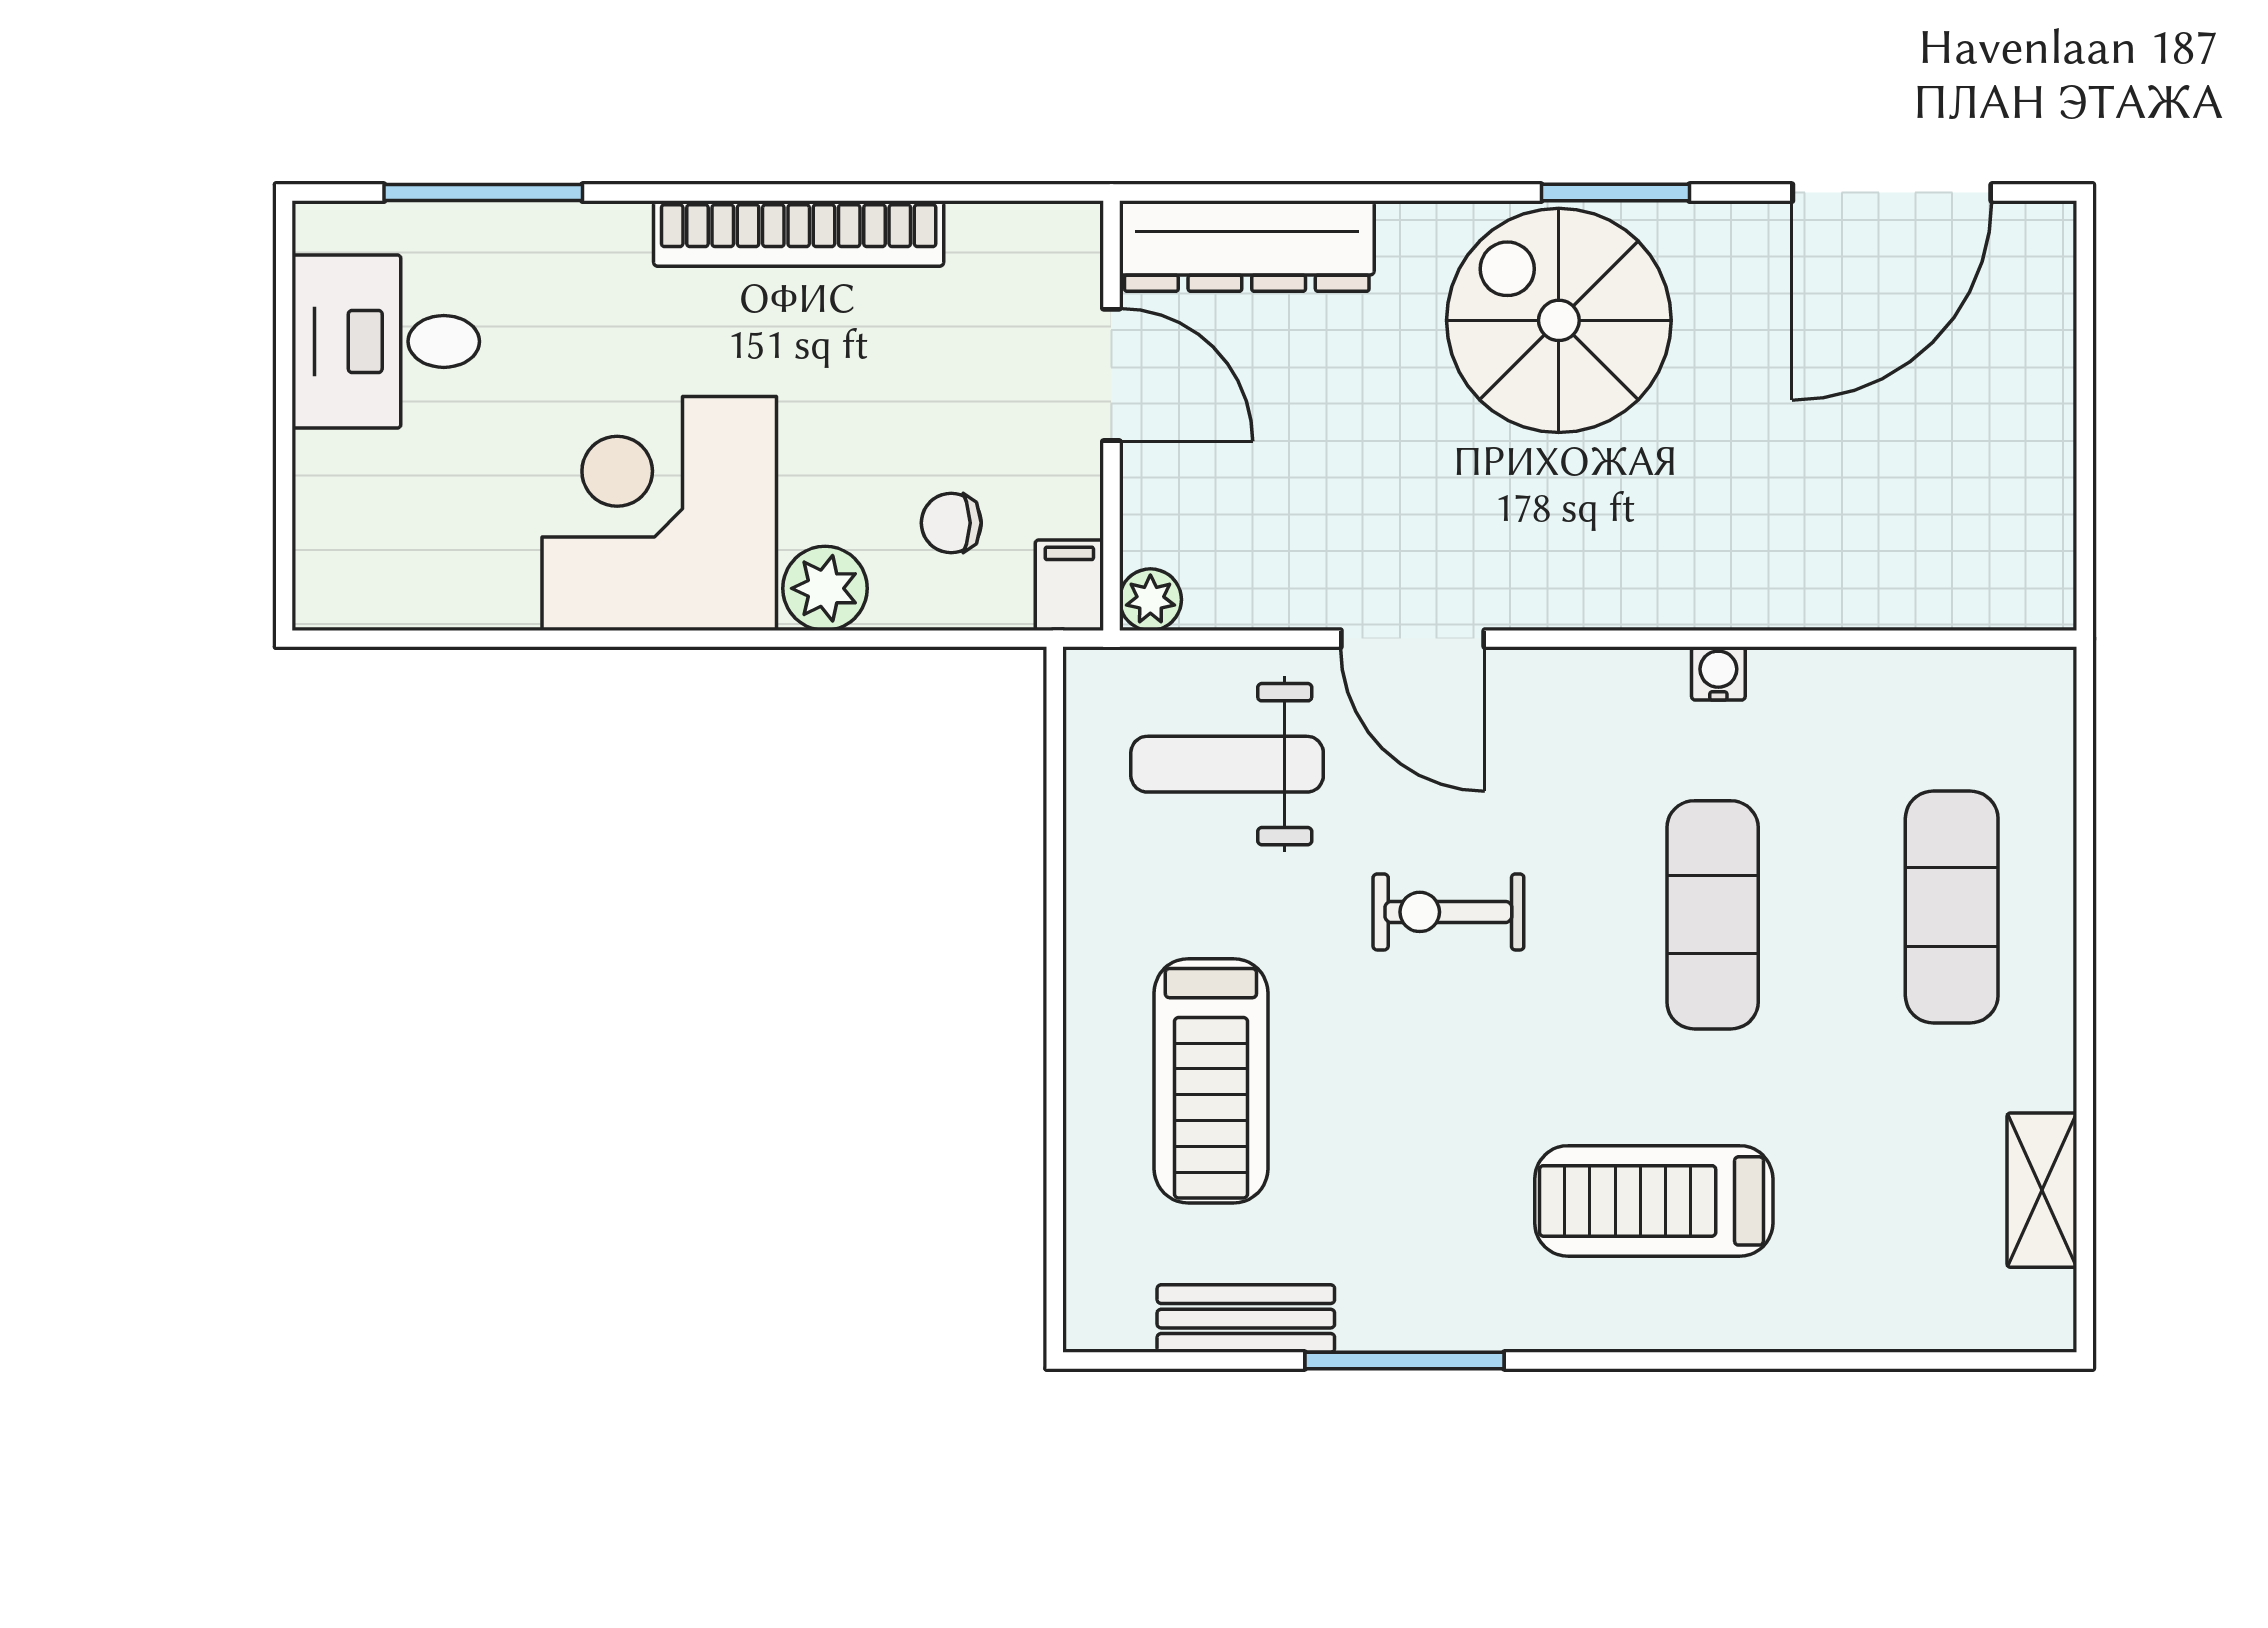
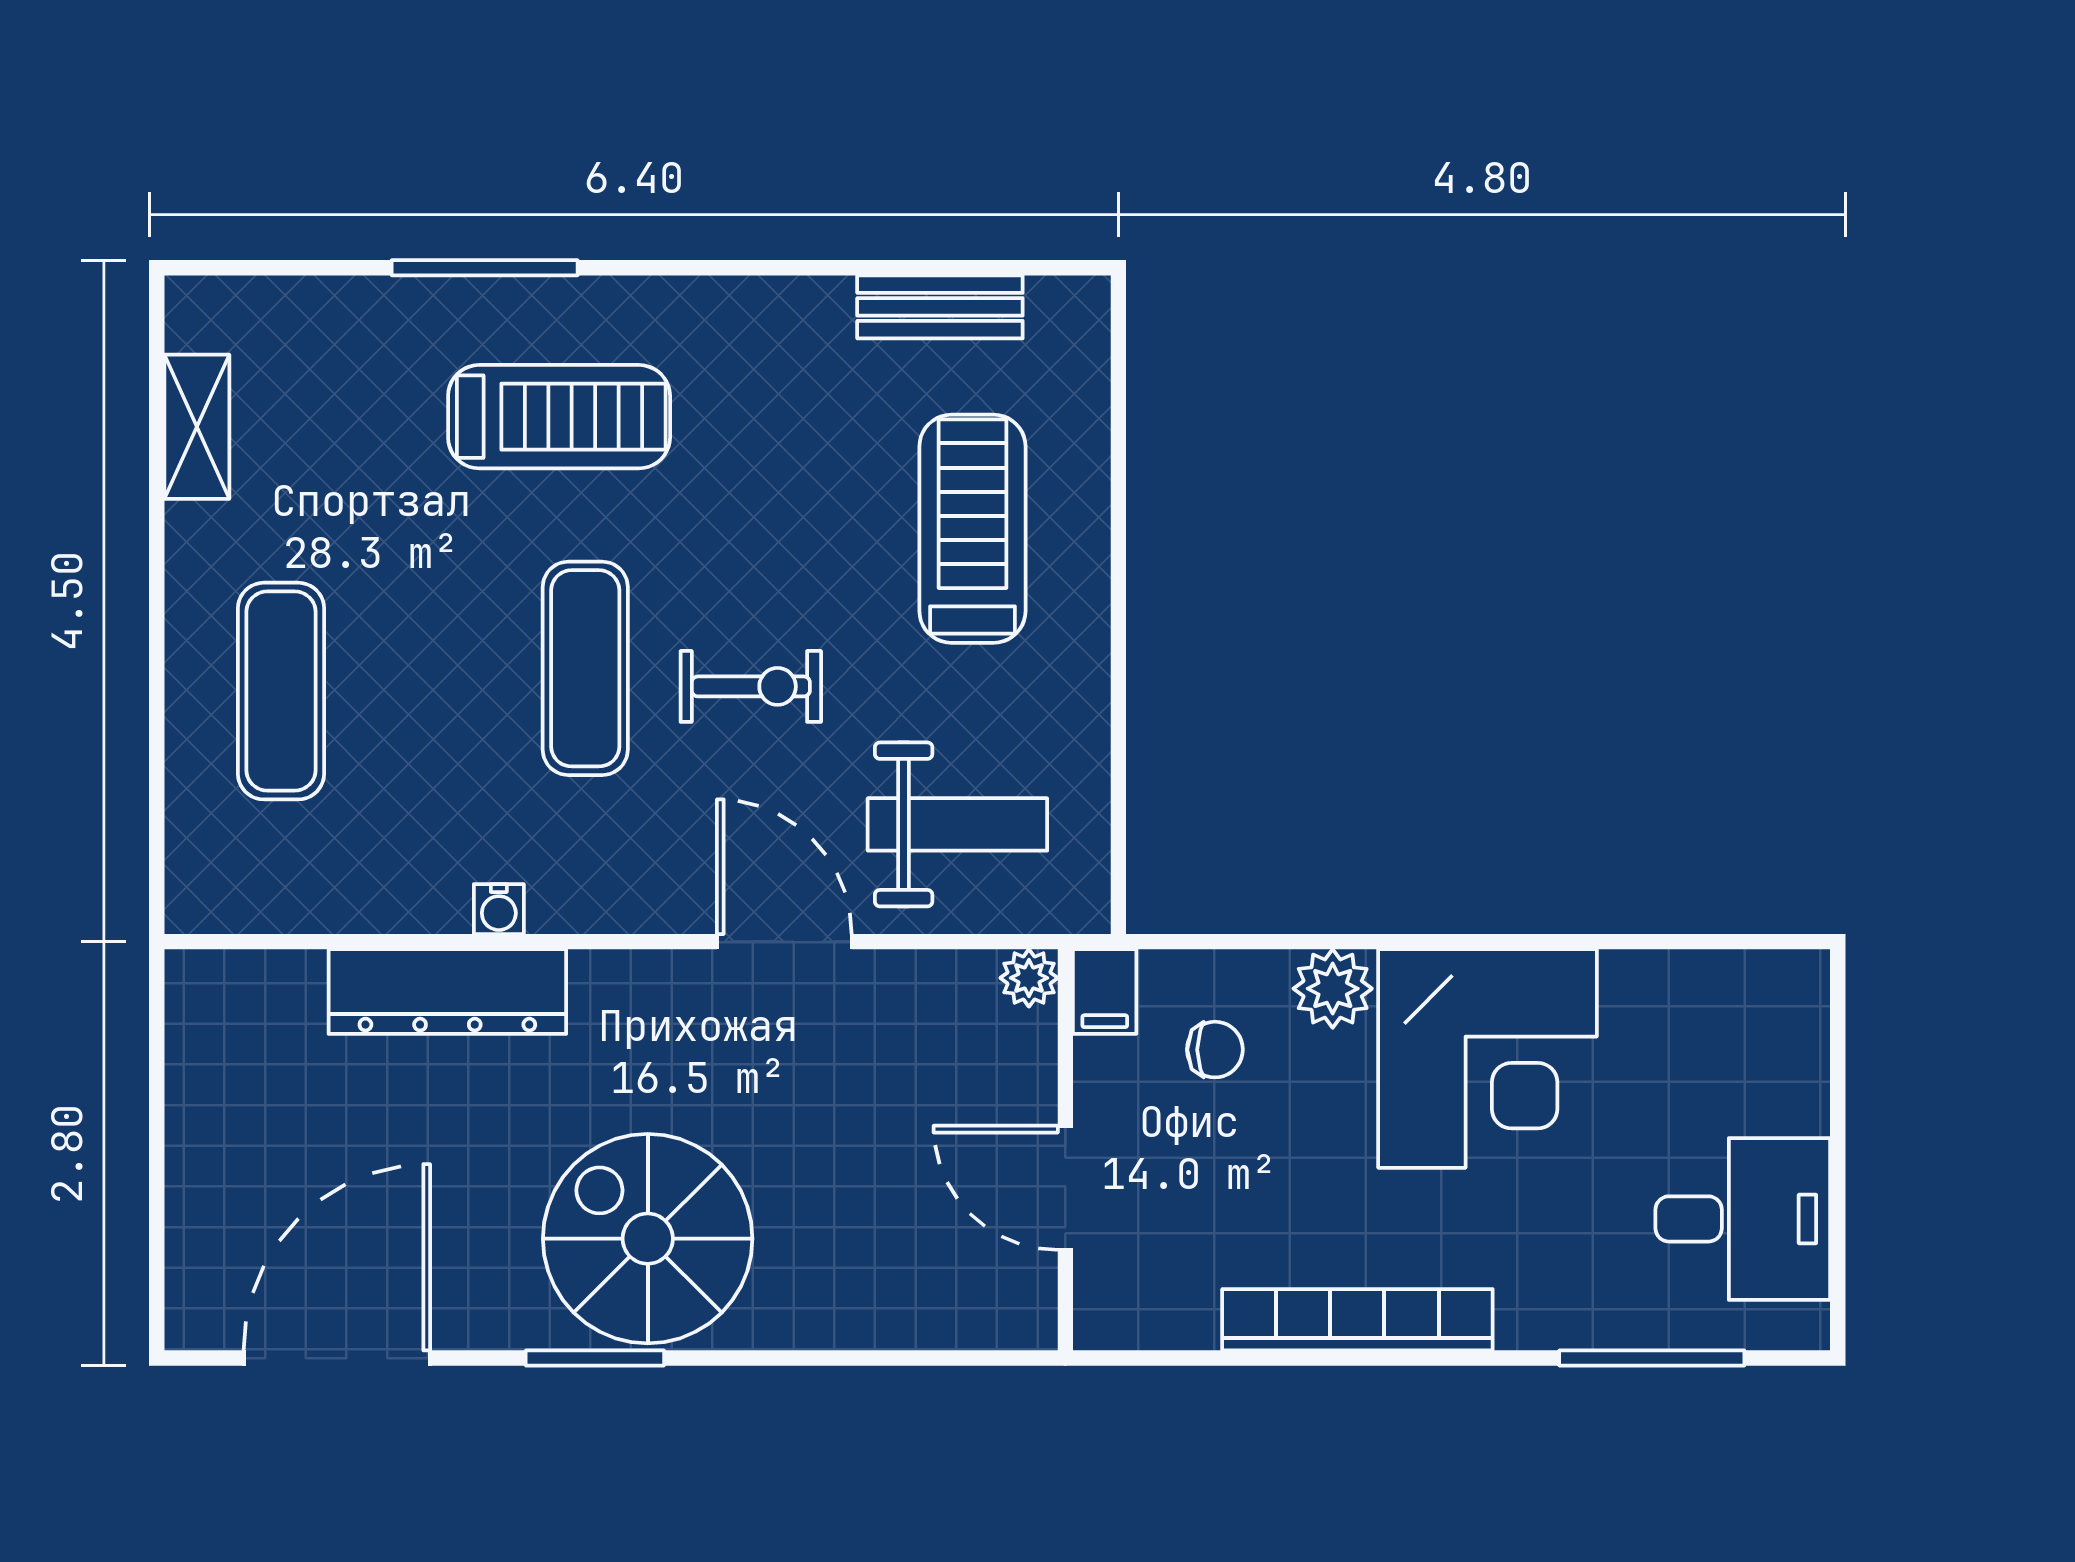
dresser: (1247, 246) -> (447, 992), moved, turned 180
spiral stairs: (1559, 320) -> (648, 1239), turned 180
exercise mat: (1713, 915) -> (585, 668), moved
window: (1405, 1360) -> (485, 268), moved

